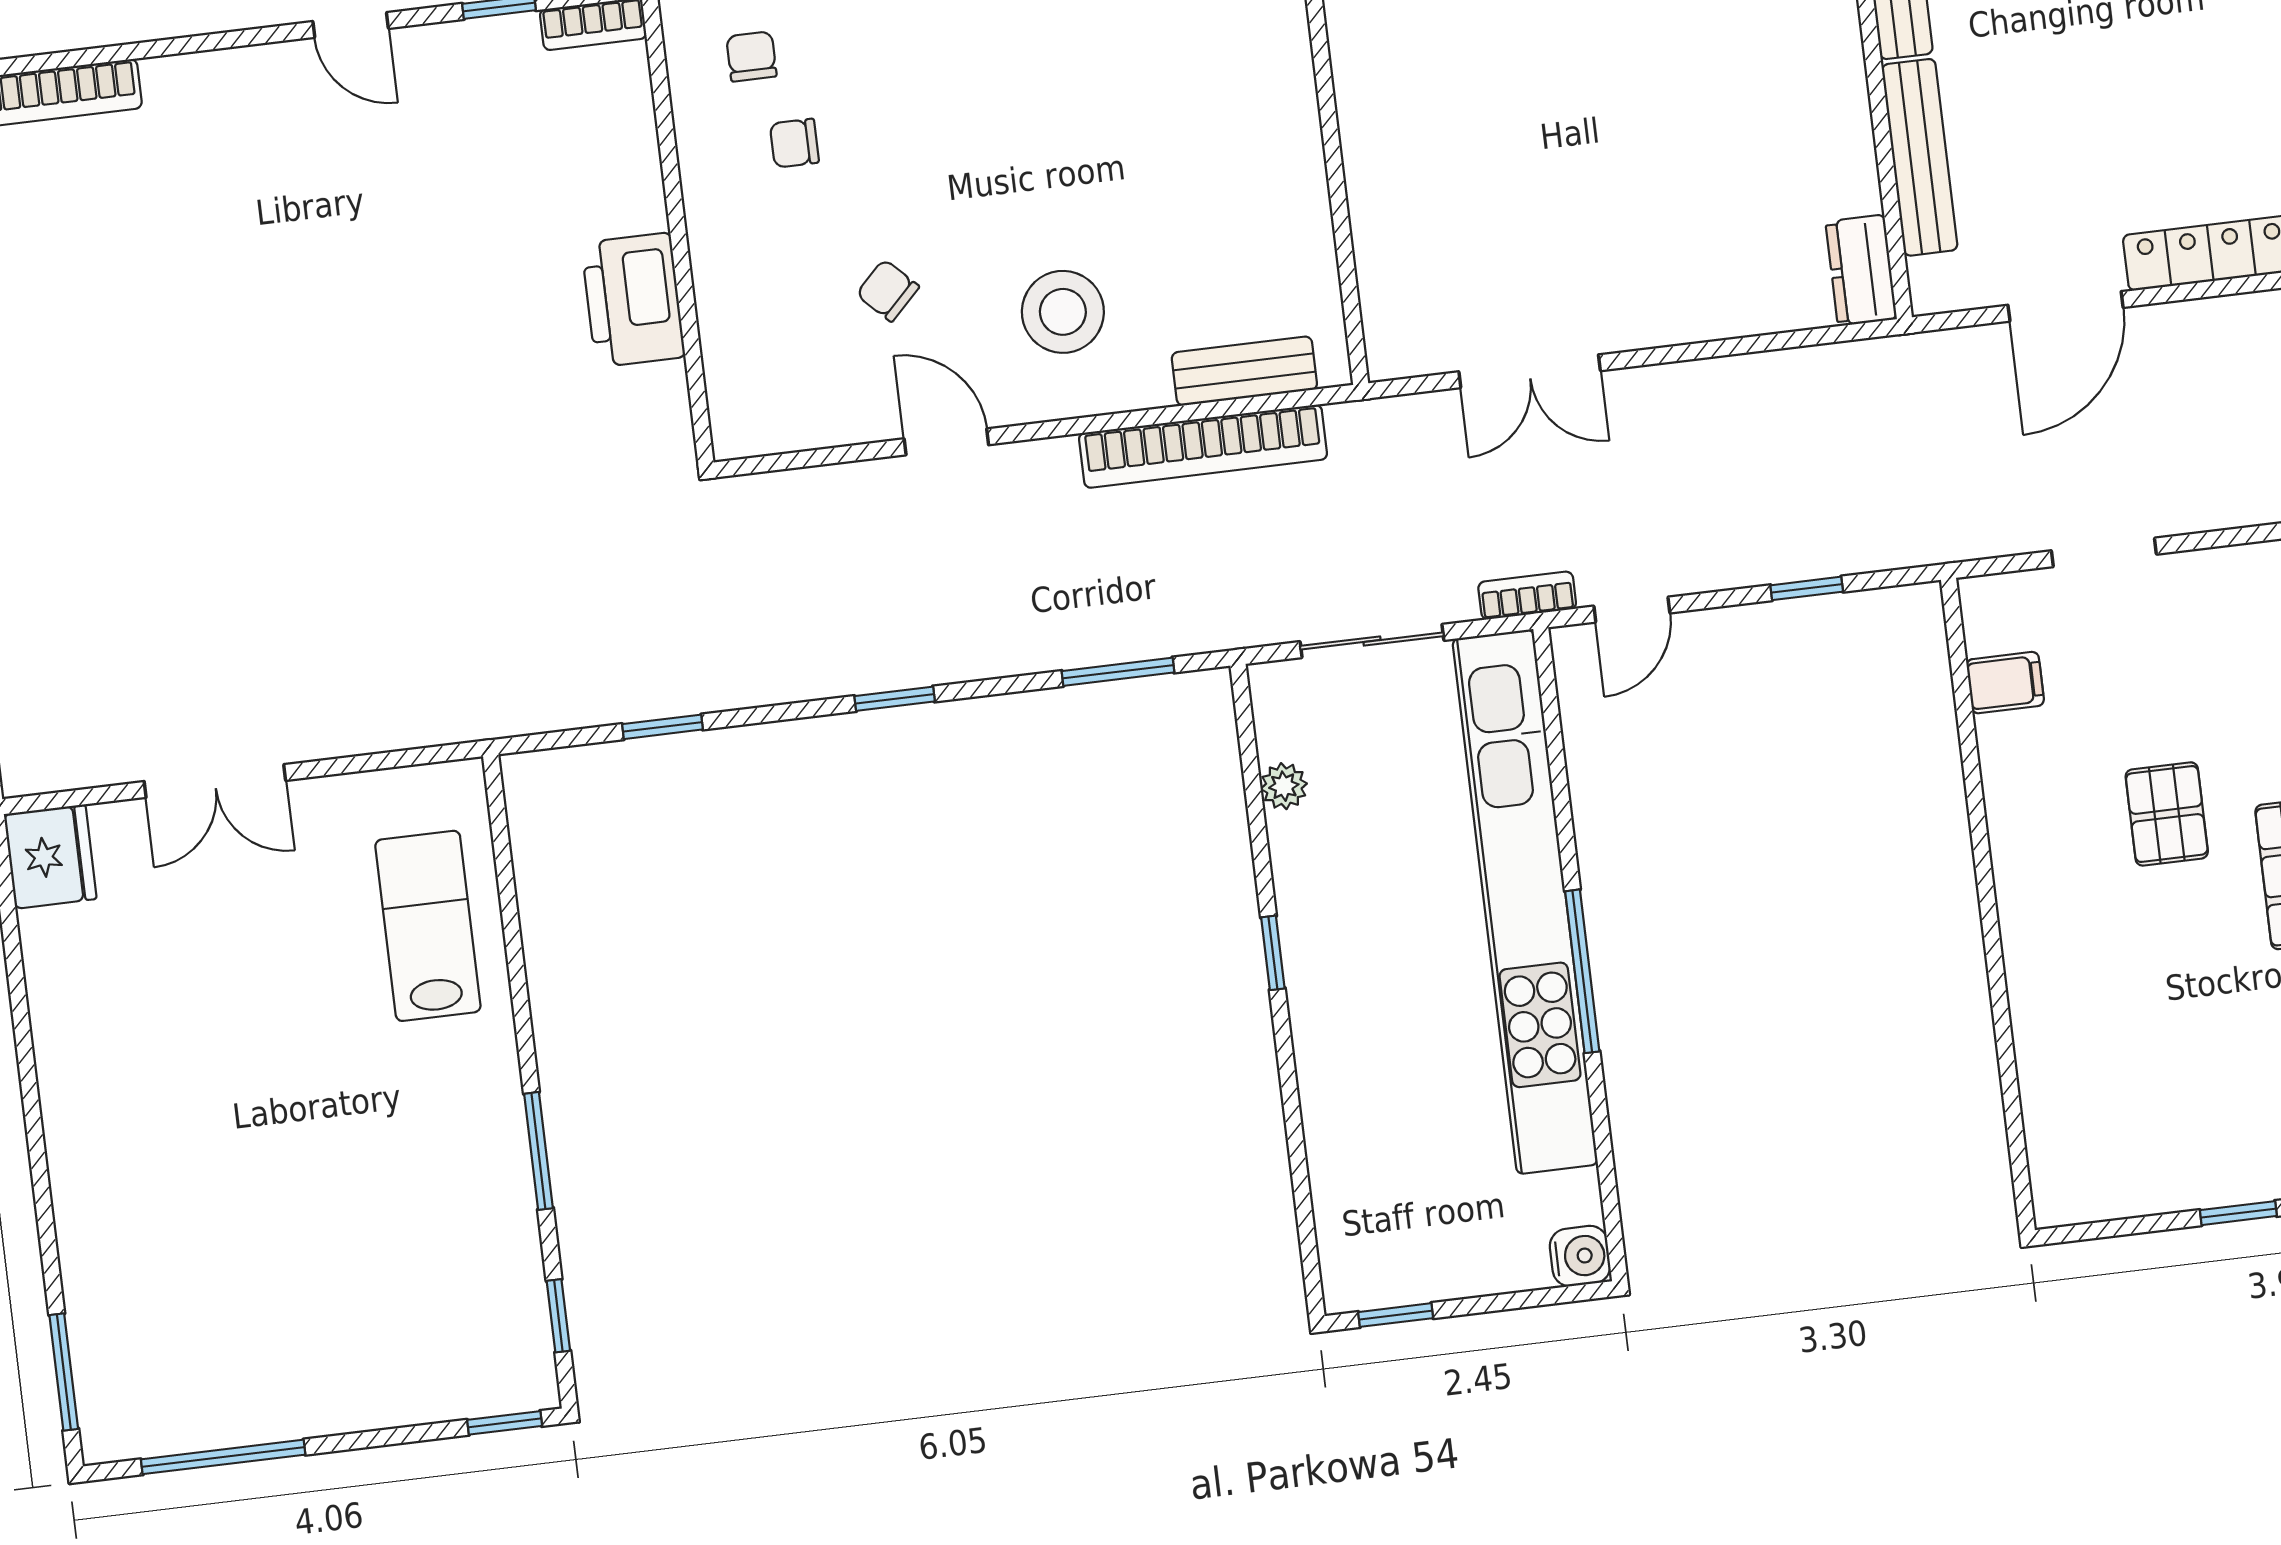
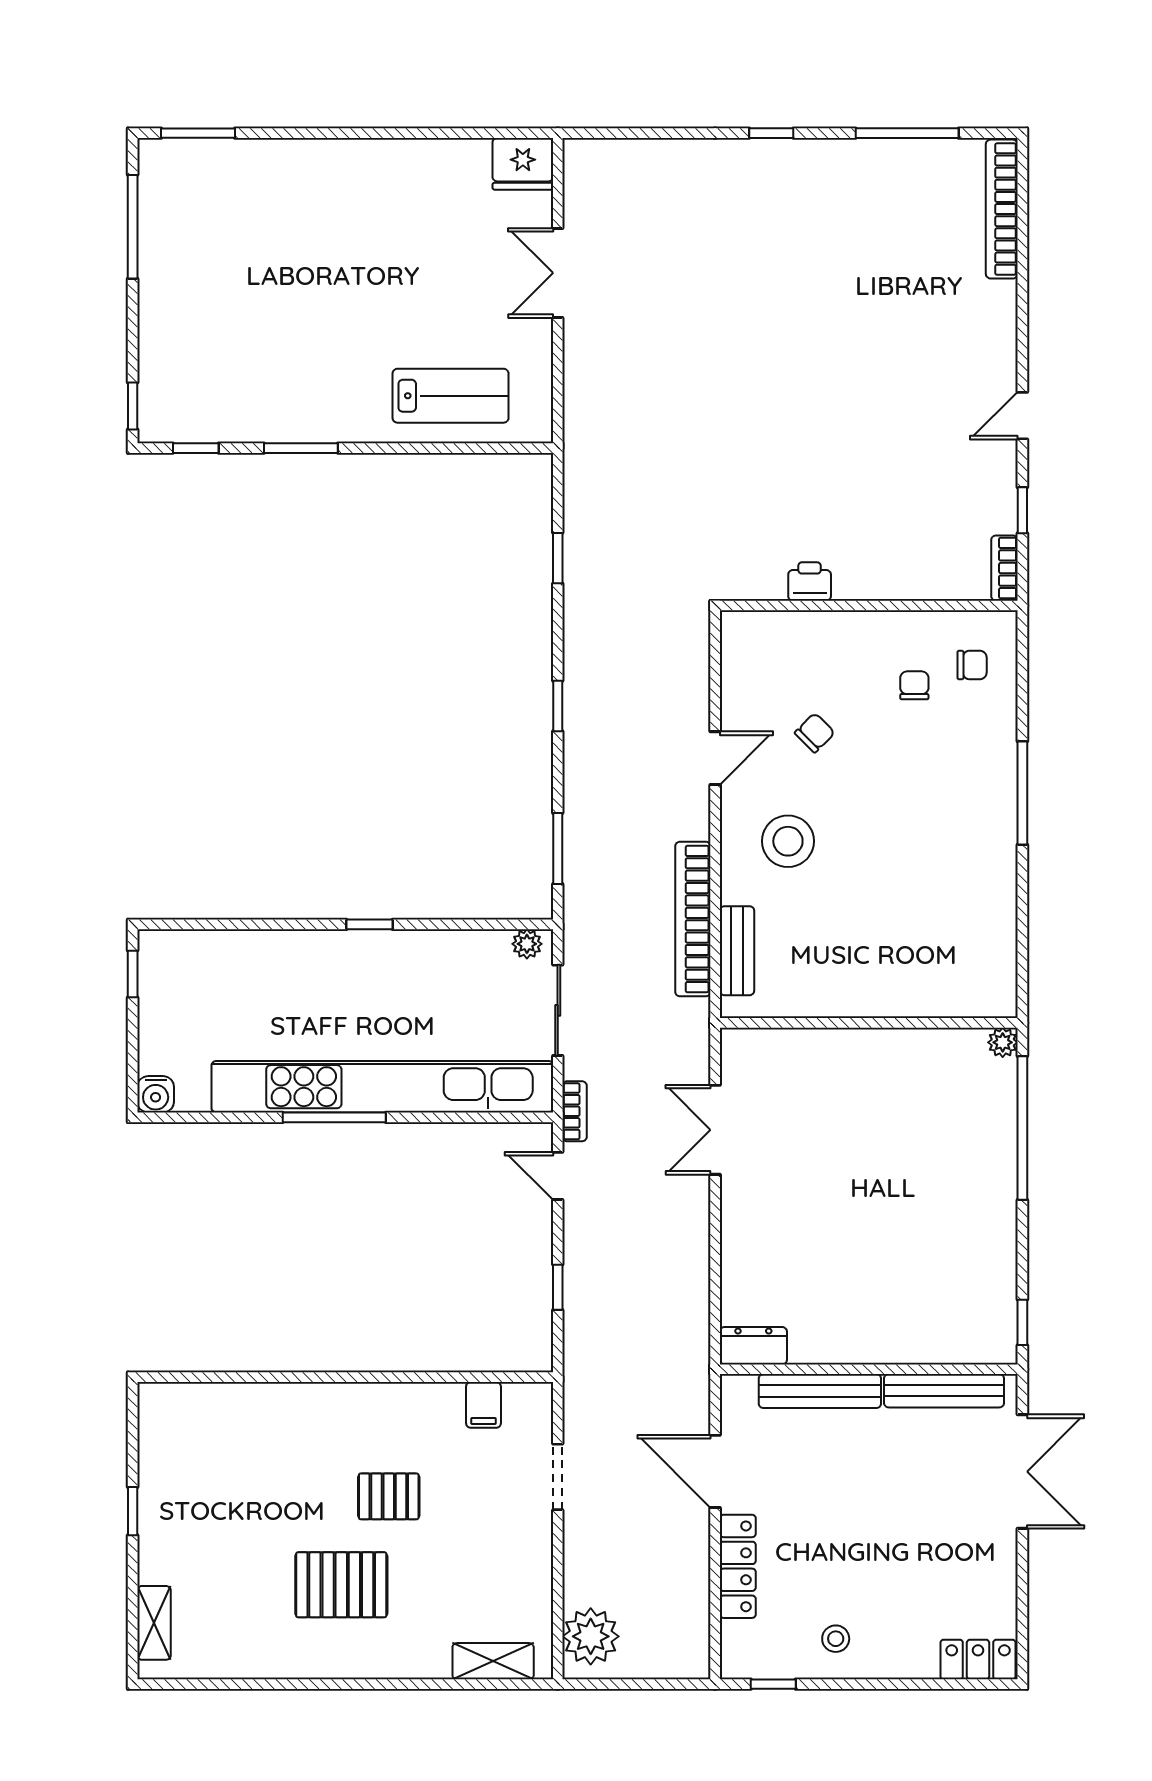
printer: (633, 300) -> (810, 581), width x0.53, depth x0.68
plant: (1284, 786) -> (527, 944), moved

